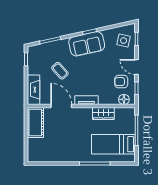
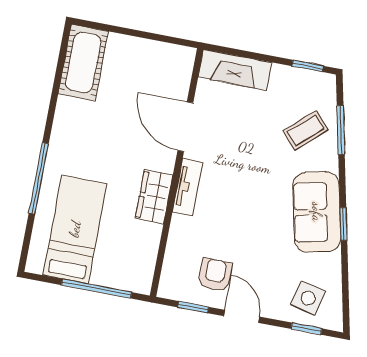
door: (137, 67) -> (242, 316), hinge flipped
coffee table: (60, 71) -> (305, 130), moved
floor lamp: (124, 99) -> (173, 273), removed
door: (61, 106) -> (185, 127), swing flipped
wardrobe: (103, 114) -> (154, 197), moved
cot: (35, 122) -> (83, 62), moved, turned 90

